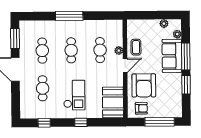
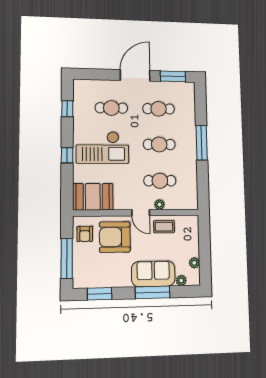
window: (186, 85) -> (100, 294), moved
checkout: (74, 95) -> (102, 147), width x1.36, depth x1.21

